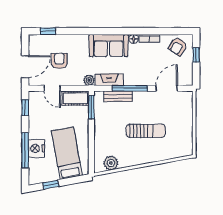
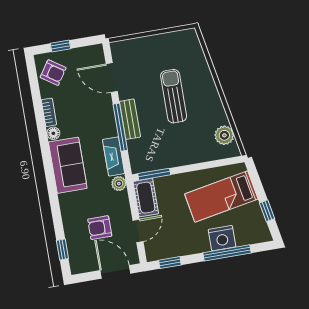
bench: (118, 96) -> (130, 119), moved

